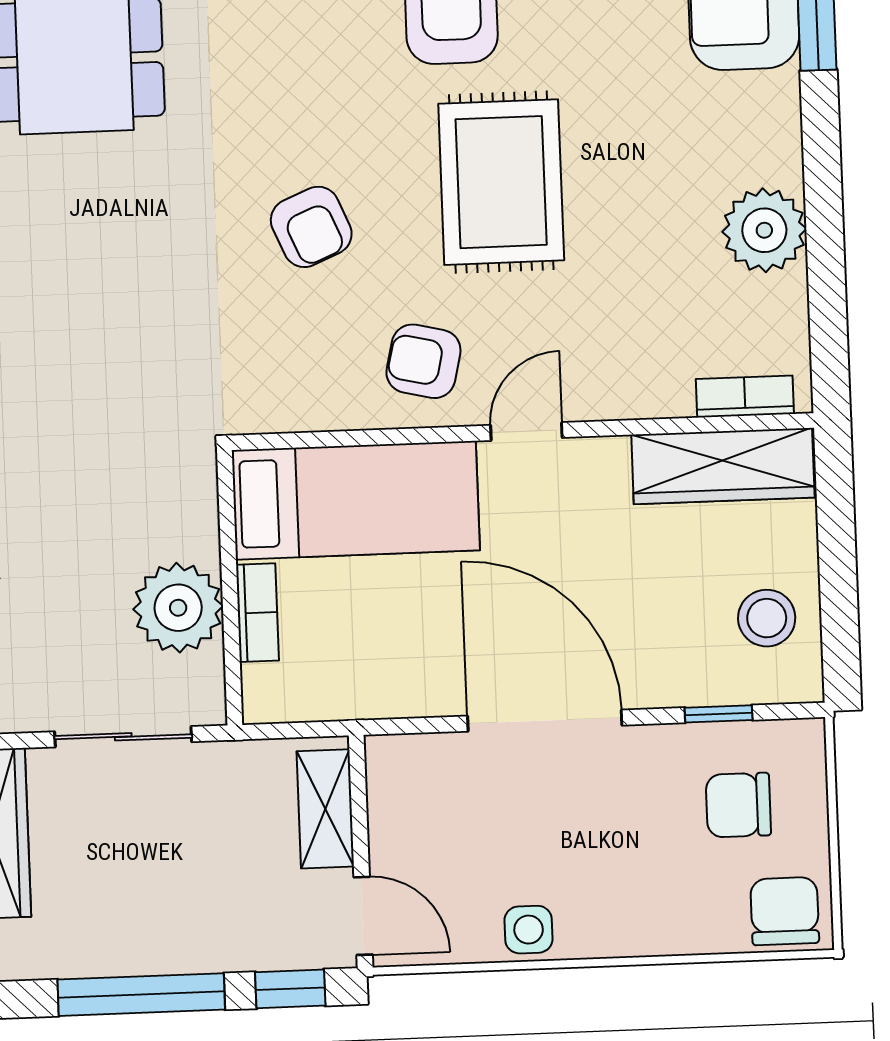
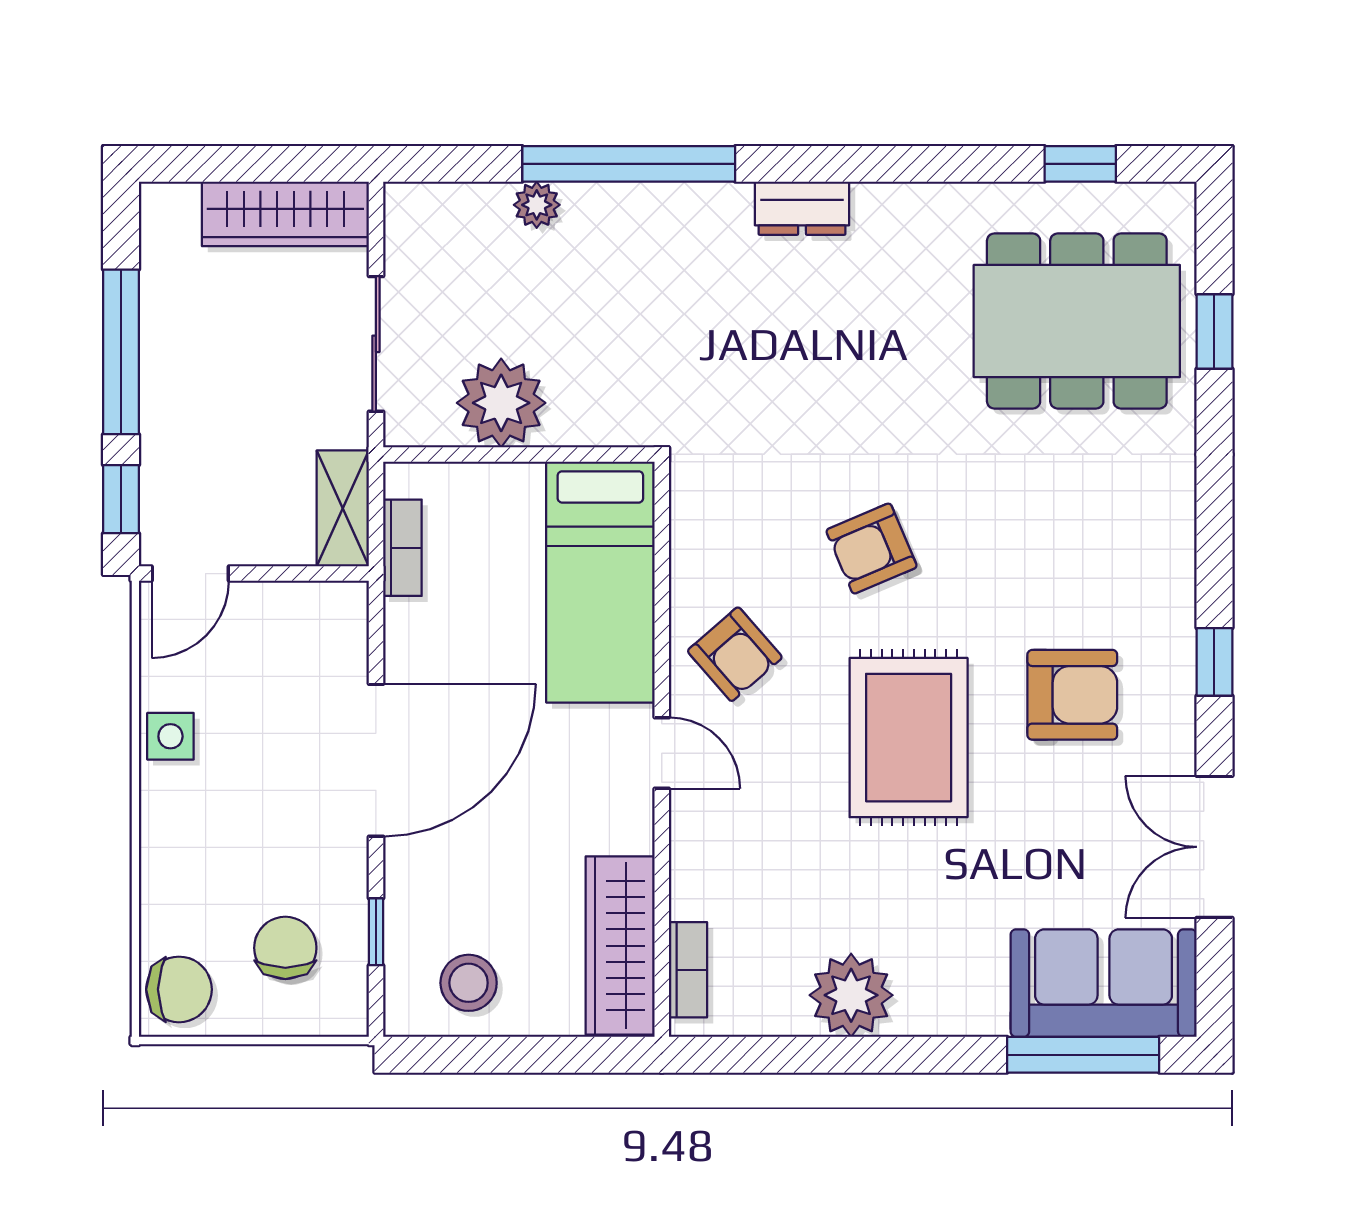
rug: (501, 182) -> (909, 738), turned 90
armchair: (423, 361) -> (735, 654), turned 126
bookcase: (257, 613) -> (402, 548), moved, turned -90
shelving: (325, 809) -> (343, 508), moved, turned 90

